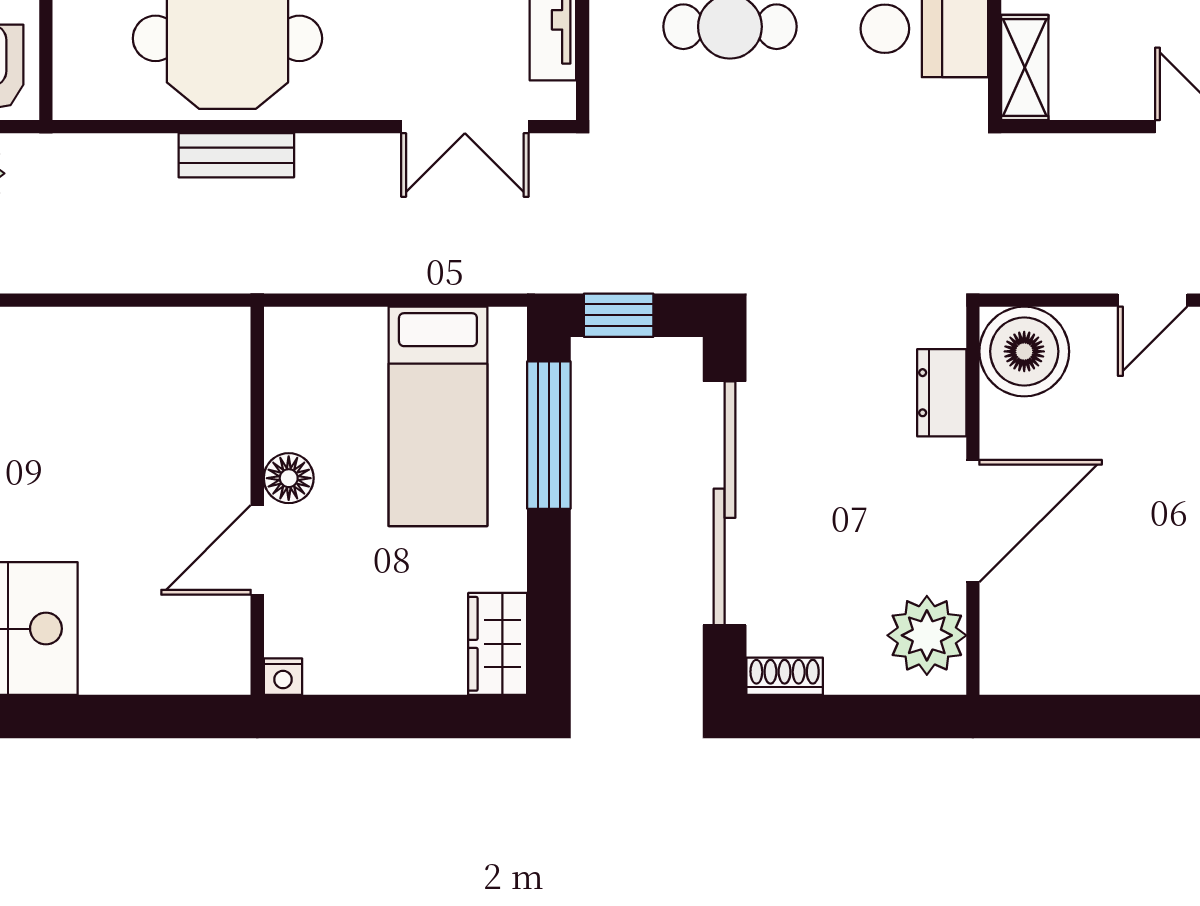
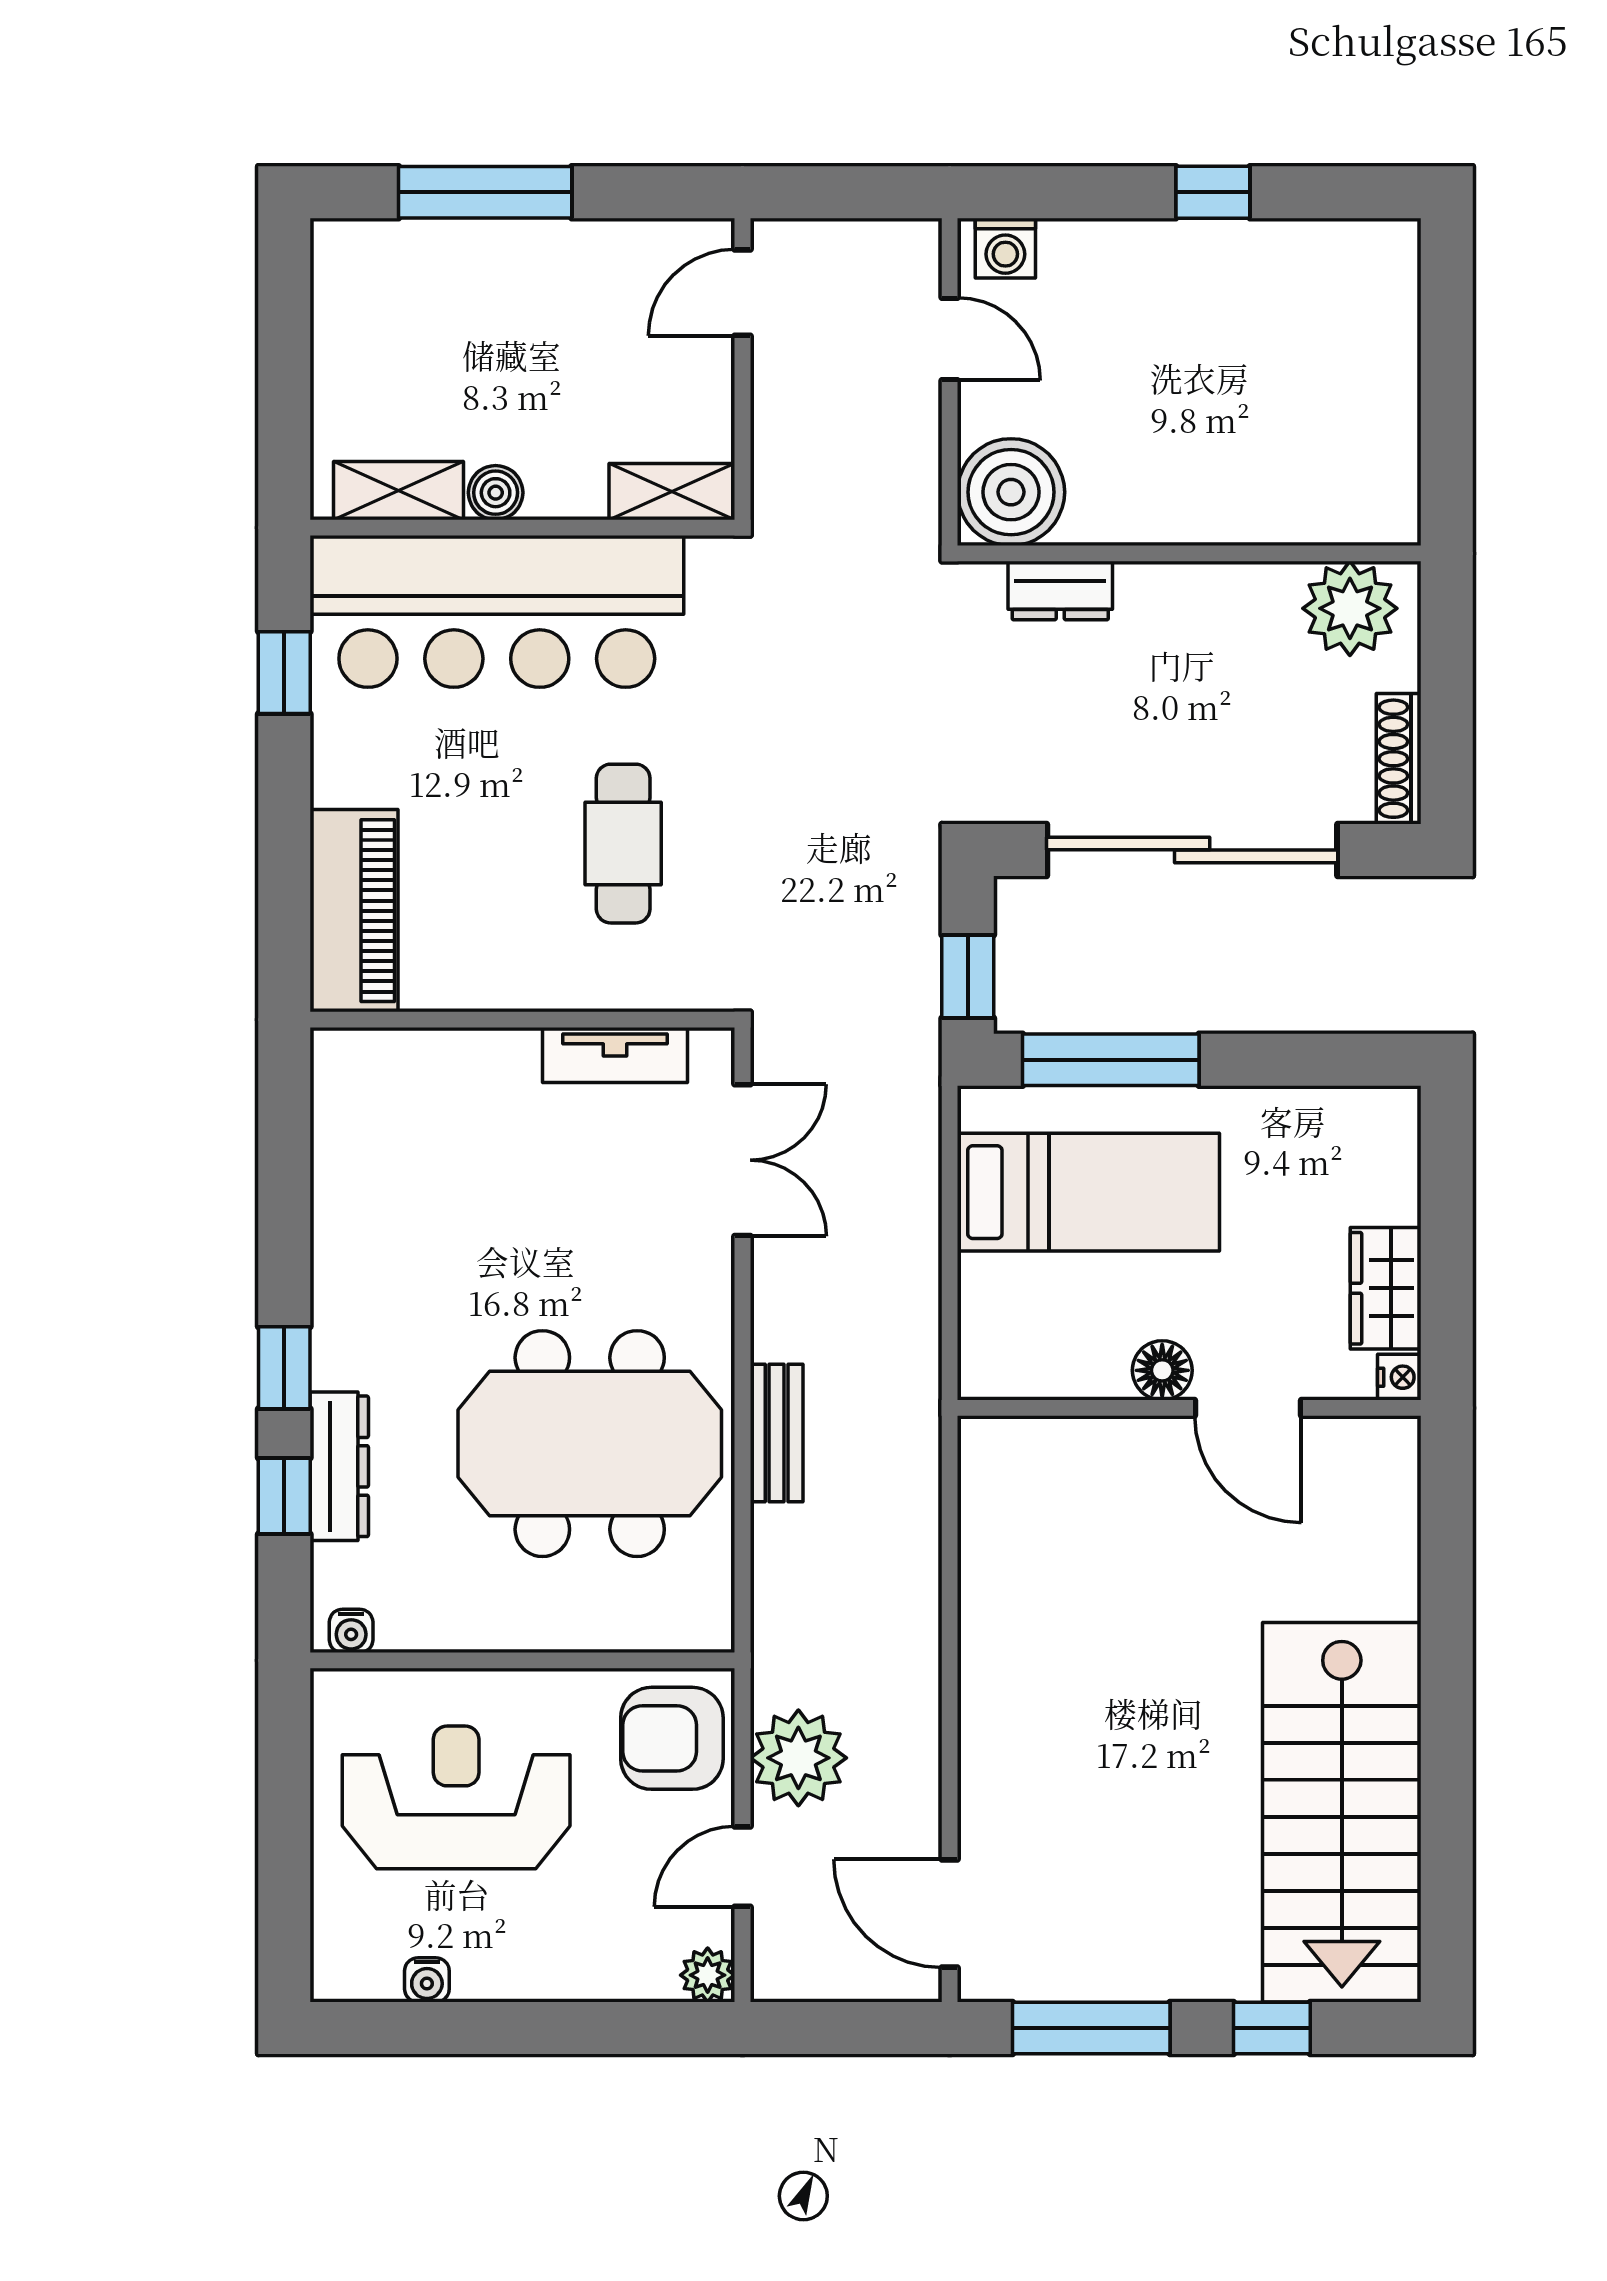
door: (973, 521) -> (1213, 553), removed
wardrobe: (498, 644) -> (1386, 1288), moved, turned 90
shoe rack: (785, 676) -> (1399, 759), width x1.43

